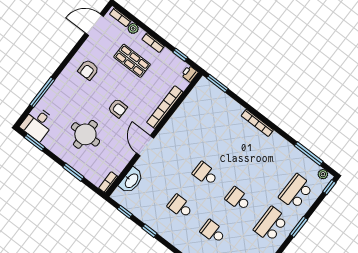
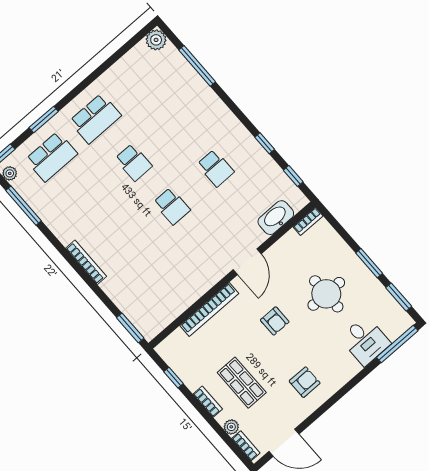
printer: (190, 74) -> (166, 349), removed
window: (42, 92) -> (397, 344), moved
armchair: (118, 108) -> (275, 321), turned 180
desk: (38, 124) -> (365, 341), moved, turned 90
window: (73, 172) -> (369, 263), moved
window: (299, 227) -> (44, 120), moved
school desk: (213, 232) -> (177, 124), removed

